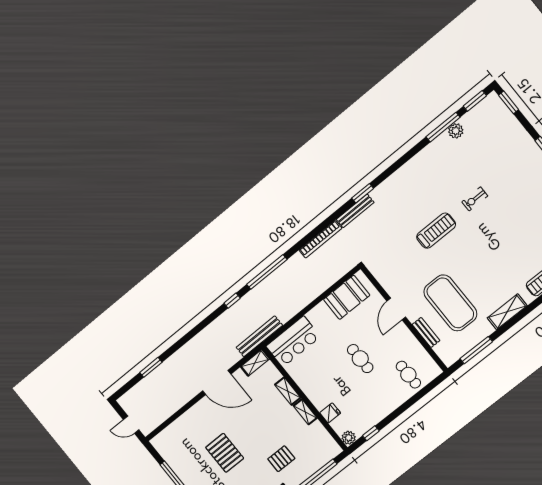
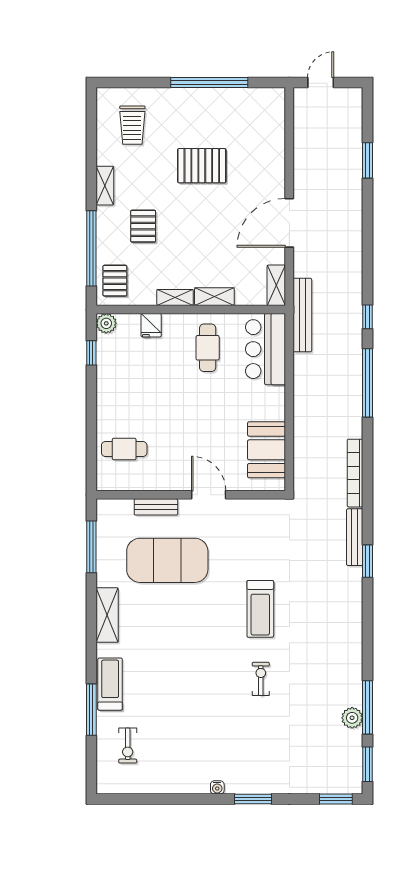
cafe table: (360, 359) -> (208, 348), moved, turned 90
pallet: (322, 451) -> (115, 281), added

